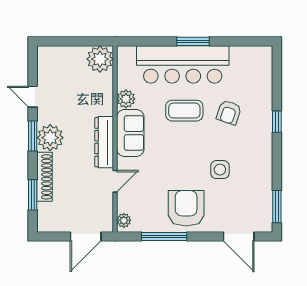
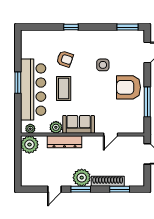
dresser: (104, 142) -> (64, 142), moved
door: (115, 181) -> (111, 135), swing flipped
plant: (124, 220) -> (30, 129), moved

